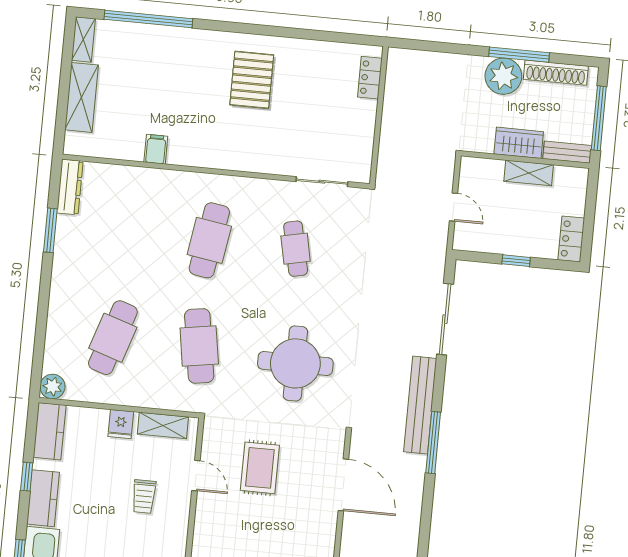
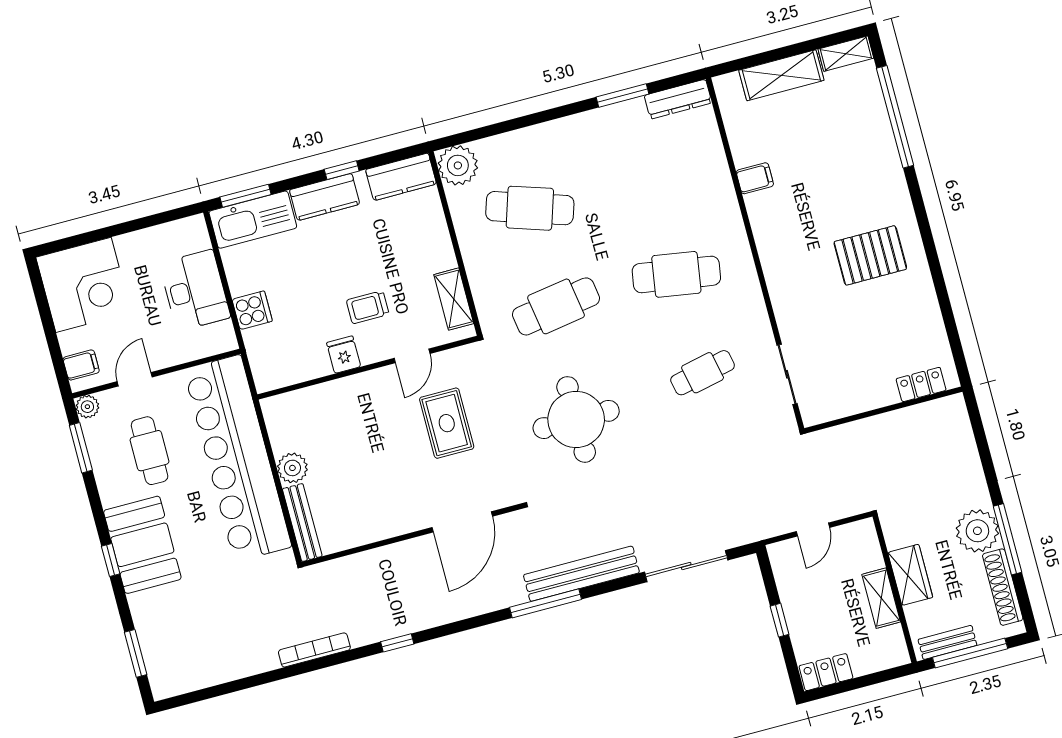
bench: (567, 152) -> (947, 642), moved, turned 90
plant: (52, 387) -> (458, 165), width x1.36, depth x1.36
fridge: (121, 424) -> (344, 355), moved, turned 90
rug: (260, 468) -> (447, 423), turned 90

